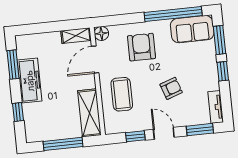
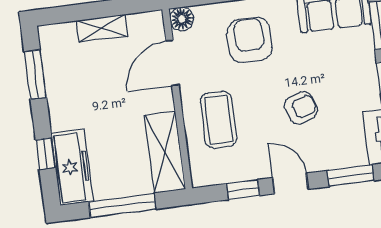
shelving: (76, 36) -> (102, 28), moved
freezer: (30, 81) -> (72, 167), moved

